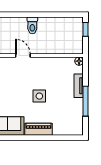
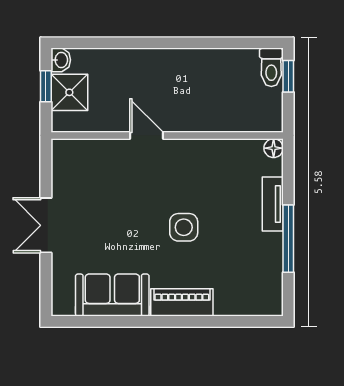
toilet: (32, 25) -> (271, 67), moved

